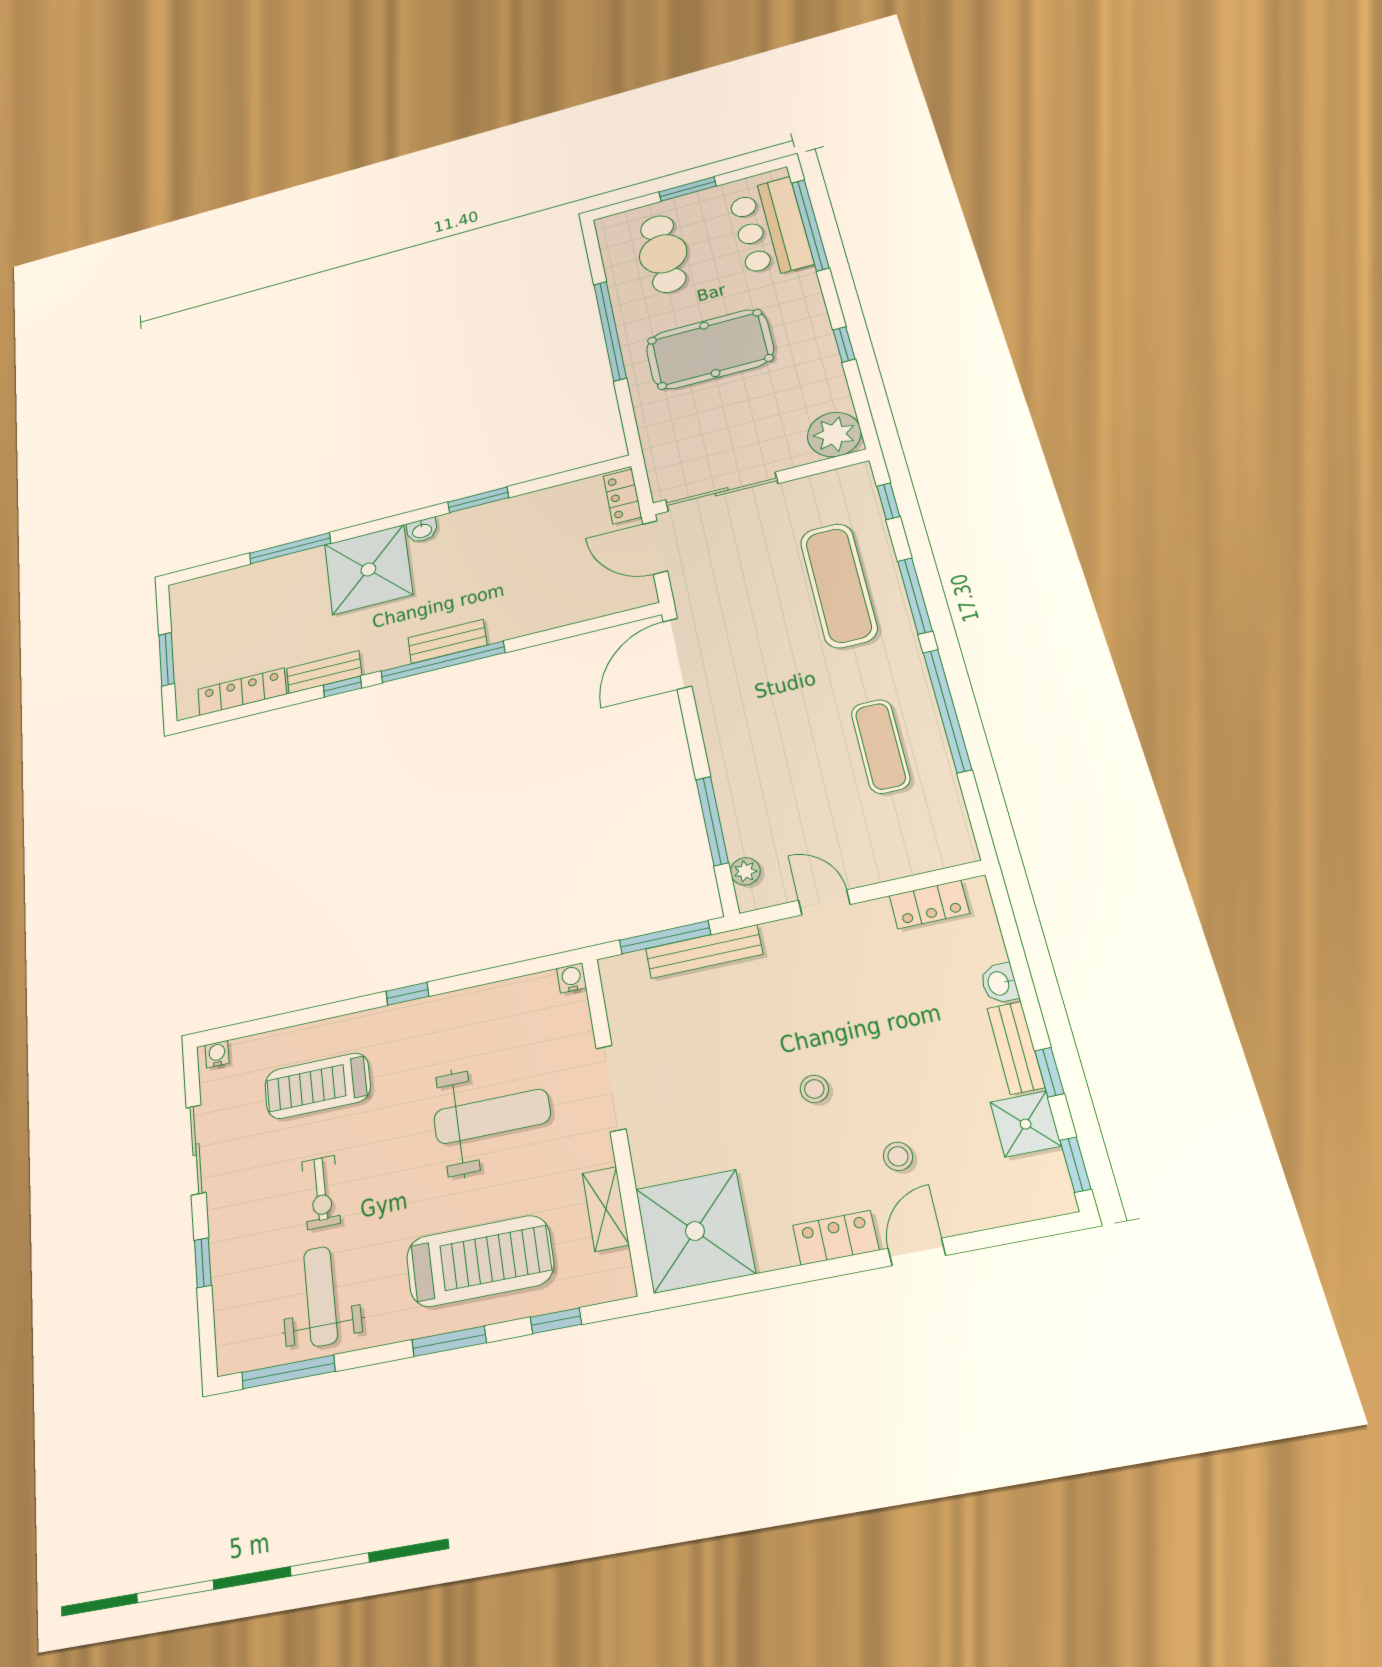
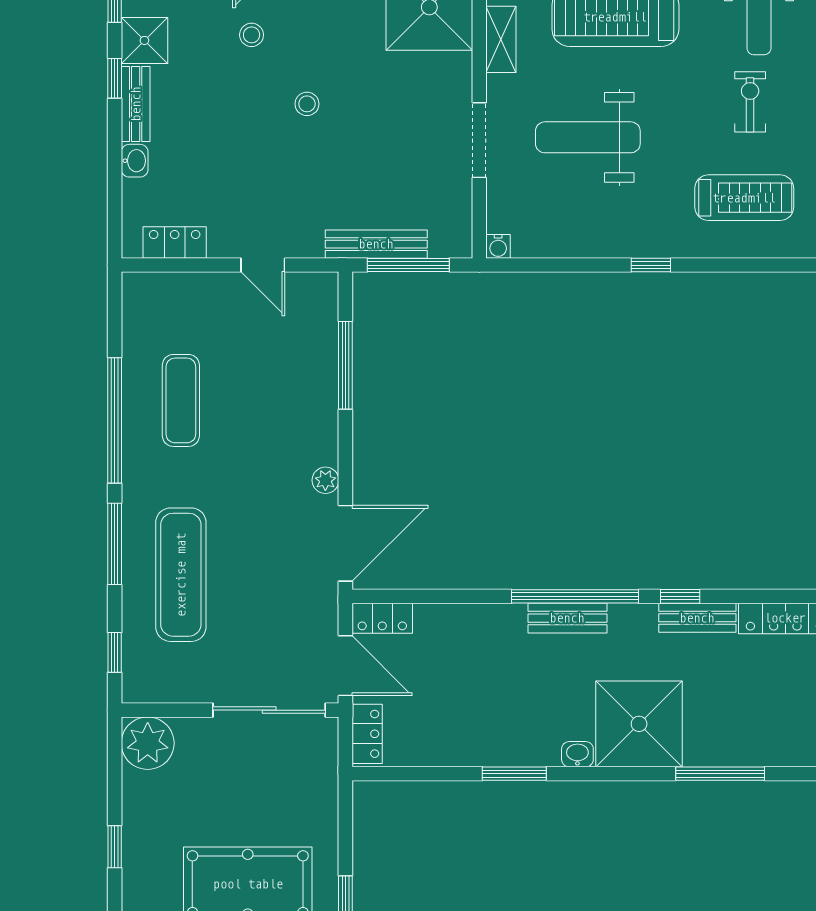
locker: (627, 597) -> (382, 618), added
plant: (745, 871) -> (325, 480), moved

